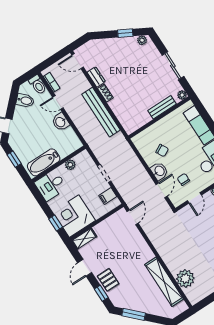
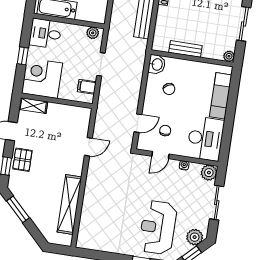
bench: (162, 107) -> (185, 49), moved
plant: (70, 165) -> (93, 33), moved
washbasin: (159, 171) -> (157, 64), moved
door: (133, 217) -> (88, 147), moved
window: (56, 223) -> (23, 56), moved
plant: (185, 278) -> (90, 218), removed

